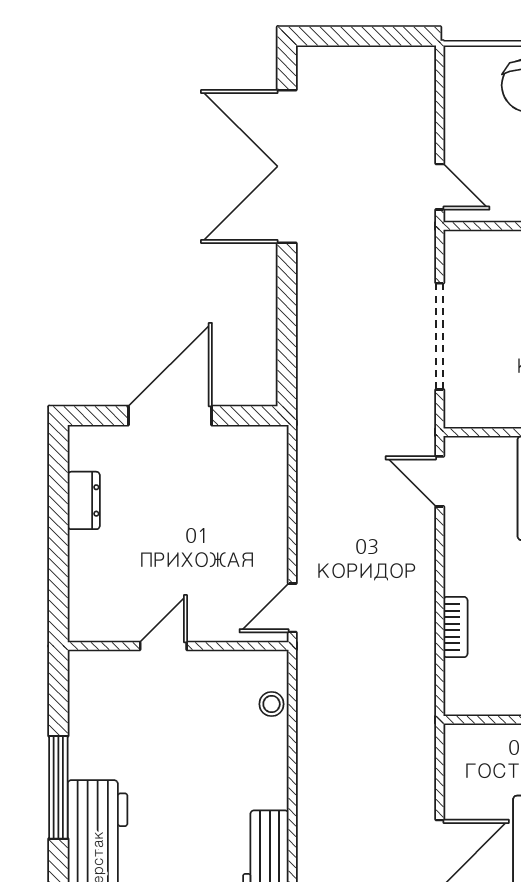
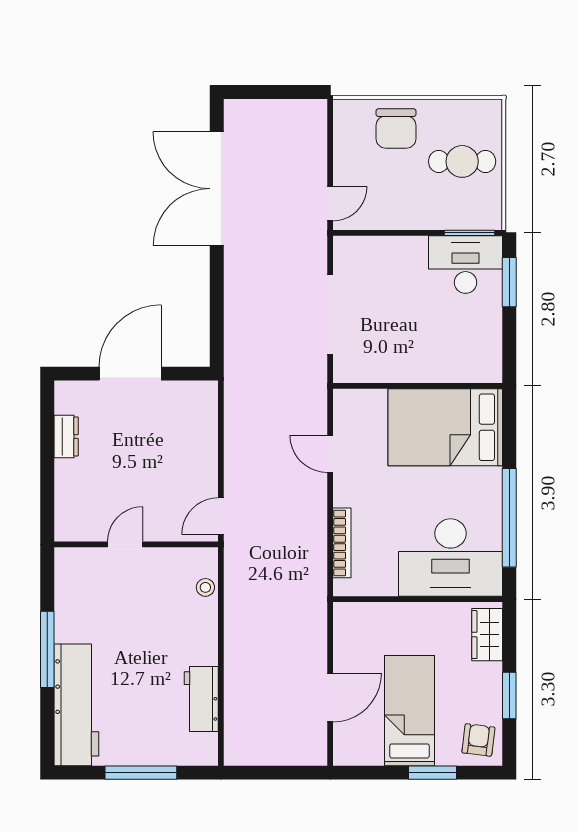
door: (440, 187) -> (330, 204), hinge flipped
door: (440, 481) -> (330, 454), moved
bookcase: (455, 627) -> (342, 543), width x1.56

